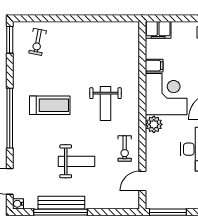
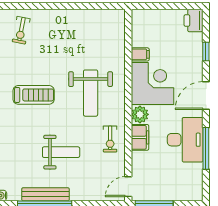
filing cabinet: (158, 30) -> (140, 137), moved, turned -90
weight bench: (106, 103) -> (91, 93), width x1.36, depth x1.33
door: (142, 181) -> (128, 187), moved

